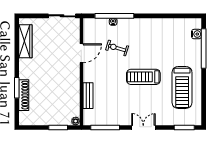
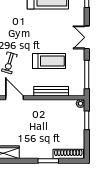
treadmill: (143, 77) -> (49, 61), moved, turned -90
shoe rack: (24, 95) -> (68, 154), moved
bench: (88, 96) -> (51, 91), width x1.36

